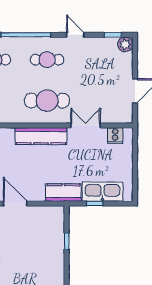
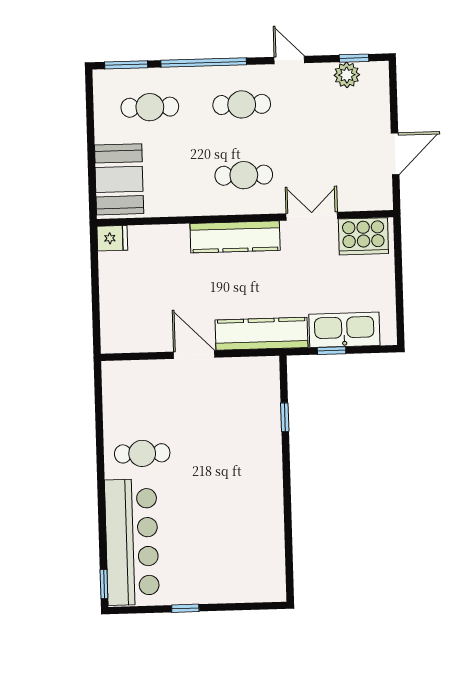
plant: (125, 44) -> (347, 75), moved
cafe table: (47, 101) -> (244, 175), width x0.73, depth x0.74
cooker: (115, 136) -> (363, 236), width x1.87, depth x1.31
kitchen counter: (63, 193) -> (262, 334), width x1.50

